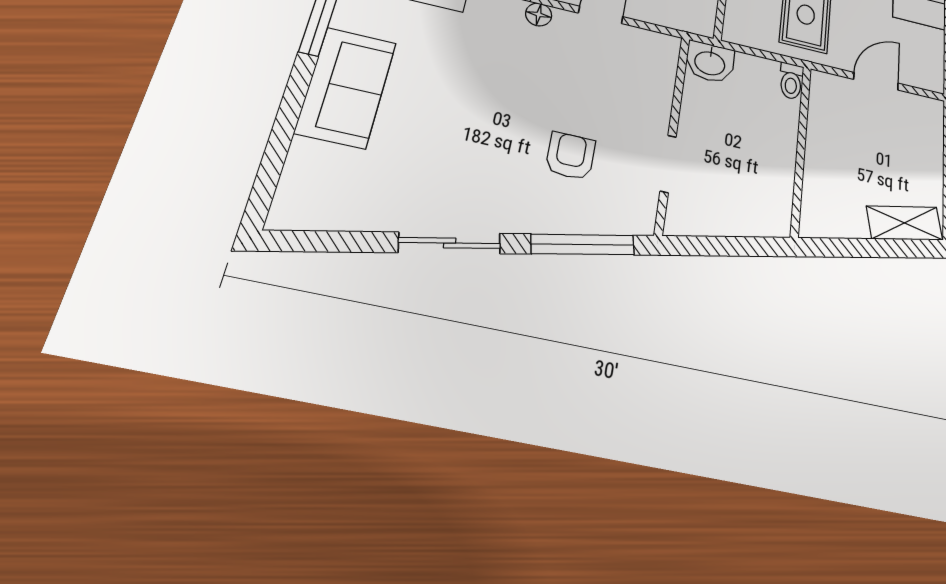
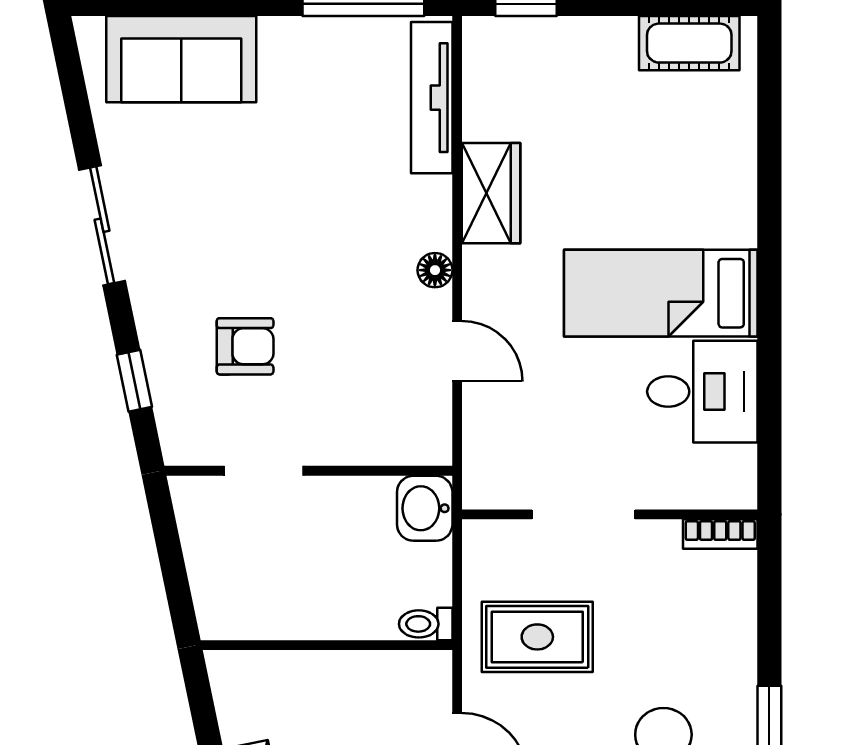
sofa: (346, 87) -> (181, 59), moved
window: (583, 245) -> (134, 381), width x0.46

